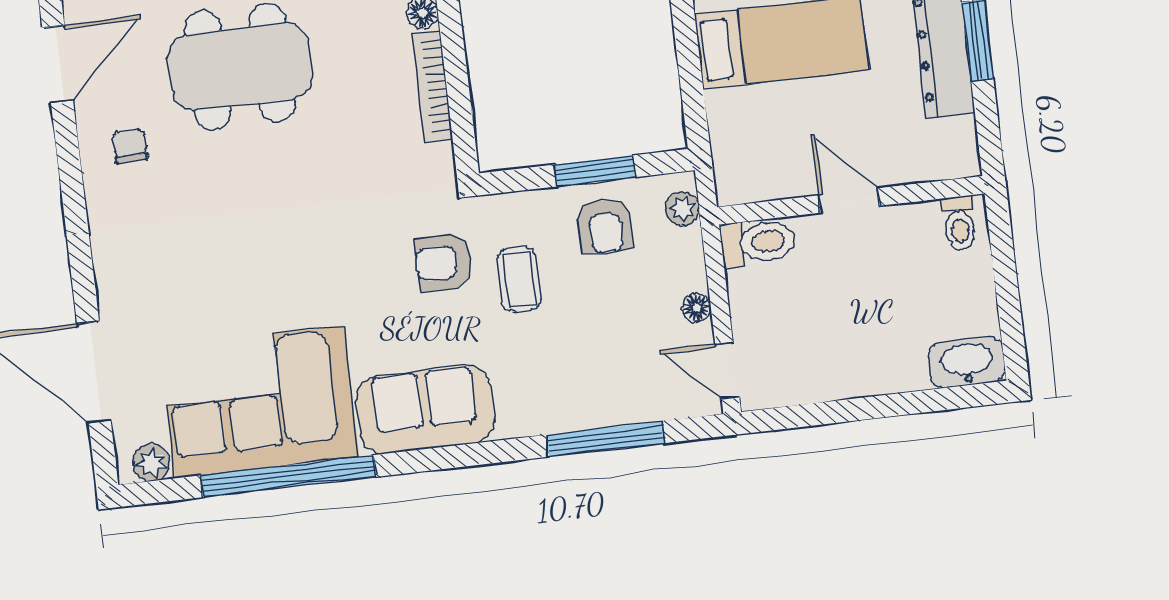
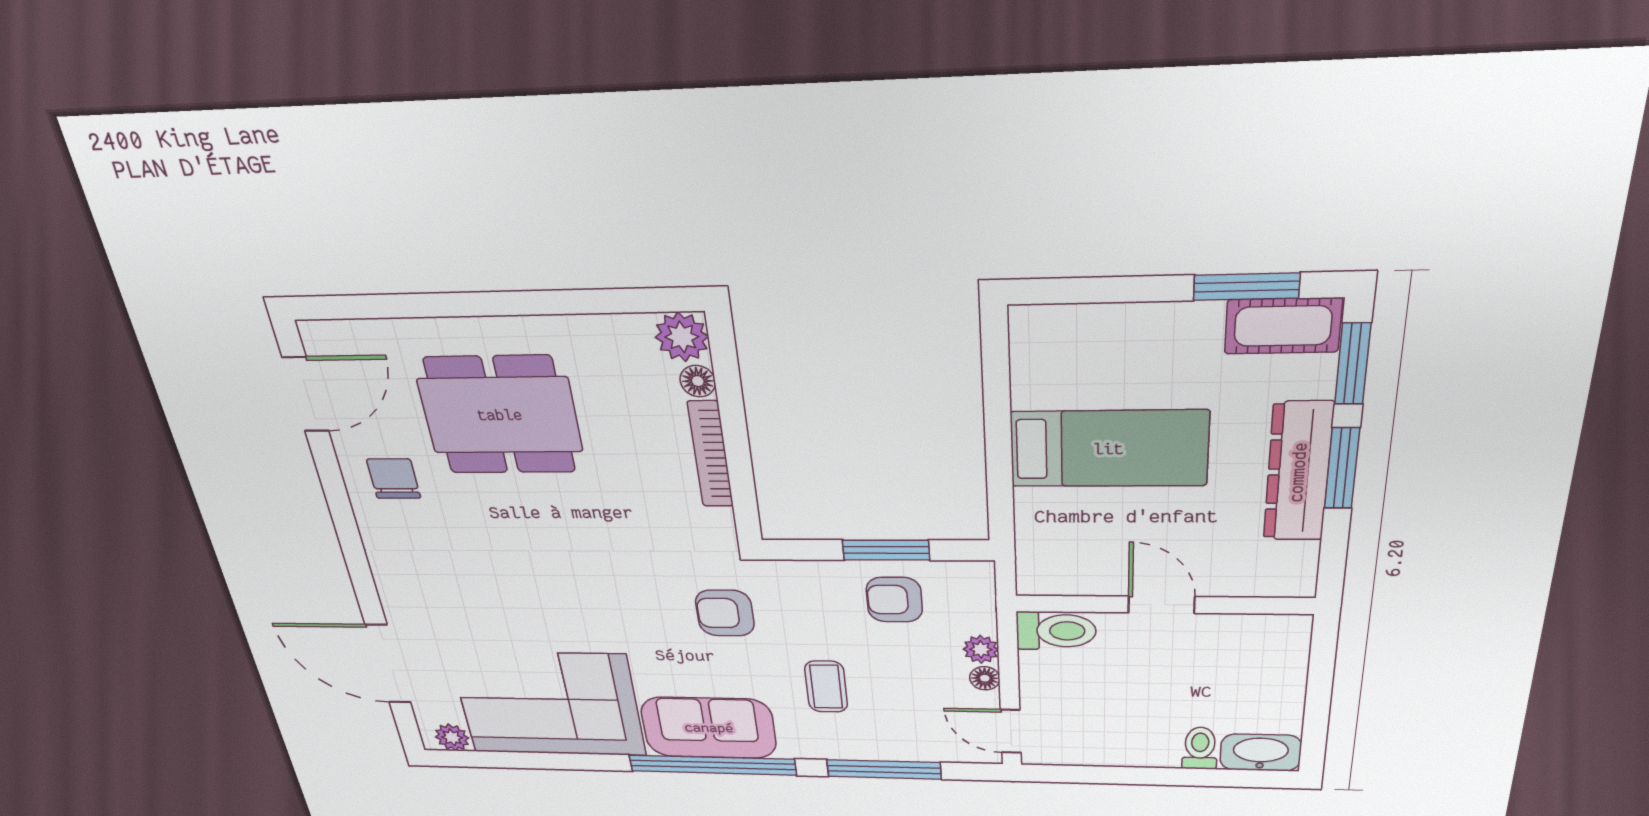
chair: (130, 146) -> (394, 479), width x1.37, depth x1.37
plant: (682, 208) -> (981, 649), moved
toilet: (959, 223) -> (1200, 748), moved, turned 180
armchair: (605, 226) -> (894, 600), turned 90
coffee table: (519, 279) -> (826, 687), moved
window: (288, 476) -> (712, 765), moved

